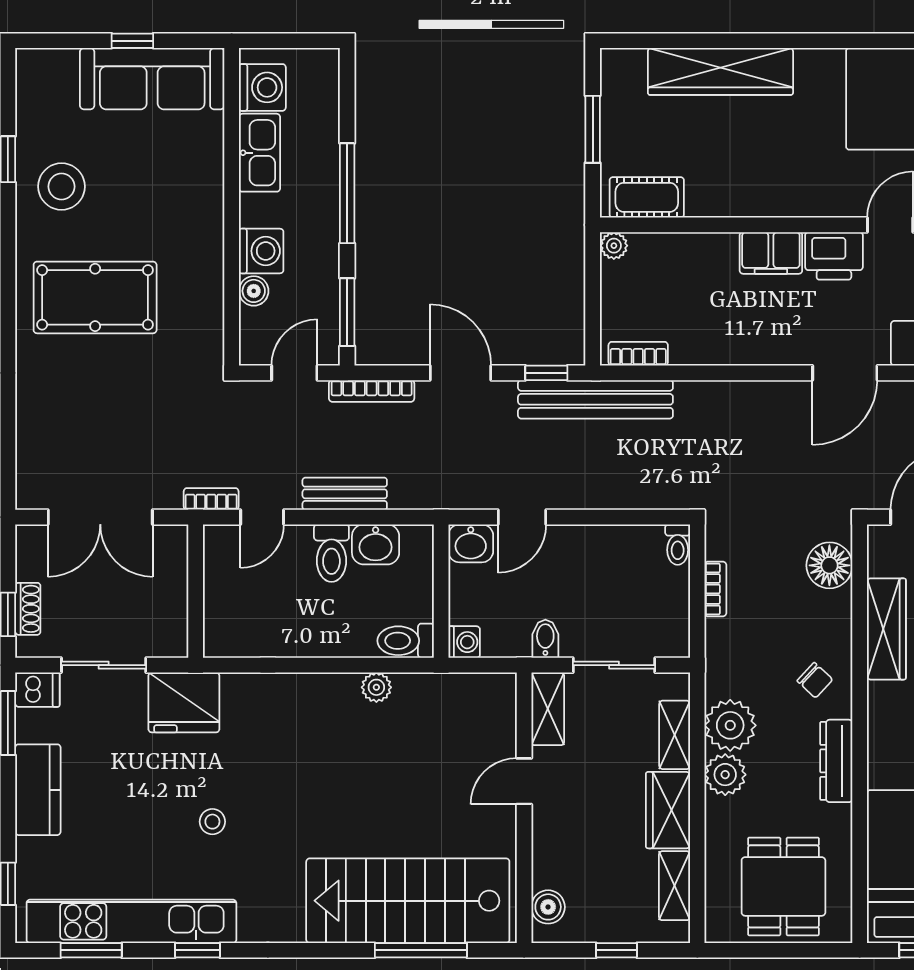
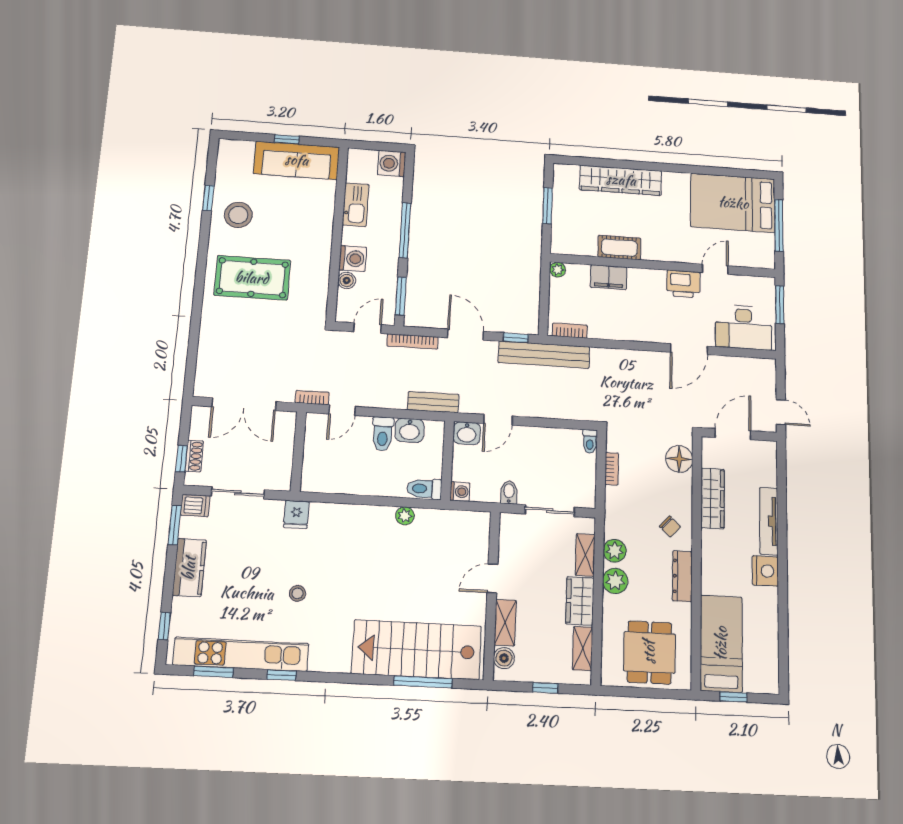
washing machine: (262, 87) -> (392, 163), moved, turned 180
cot: (647, 197) -> (619, 248), moved
filing cabinet: (771, 253) -> (609, 277), moved
bench: (345, 494) -> (433, 402), moved
fridge: (184, 702) -> (296, 514), width x0.53, depth x0.75
shelving: (548, 709) -> (505, 623), moved
plant: (730, 725) -> (615, 551), width x0.73, depth x0.73

